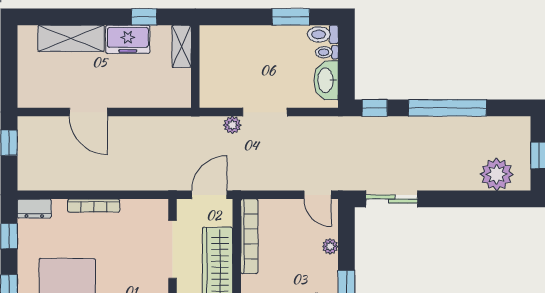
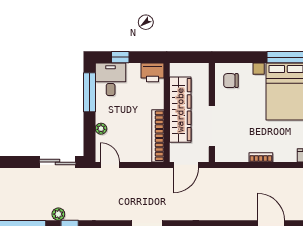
plant: (232, 125) -> (58, 214), moved
bookcase: (94, 206) -> (261, 157), width x0.64

